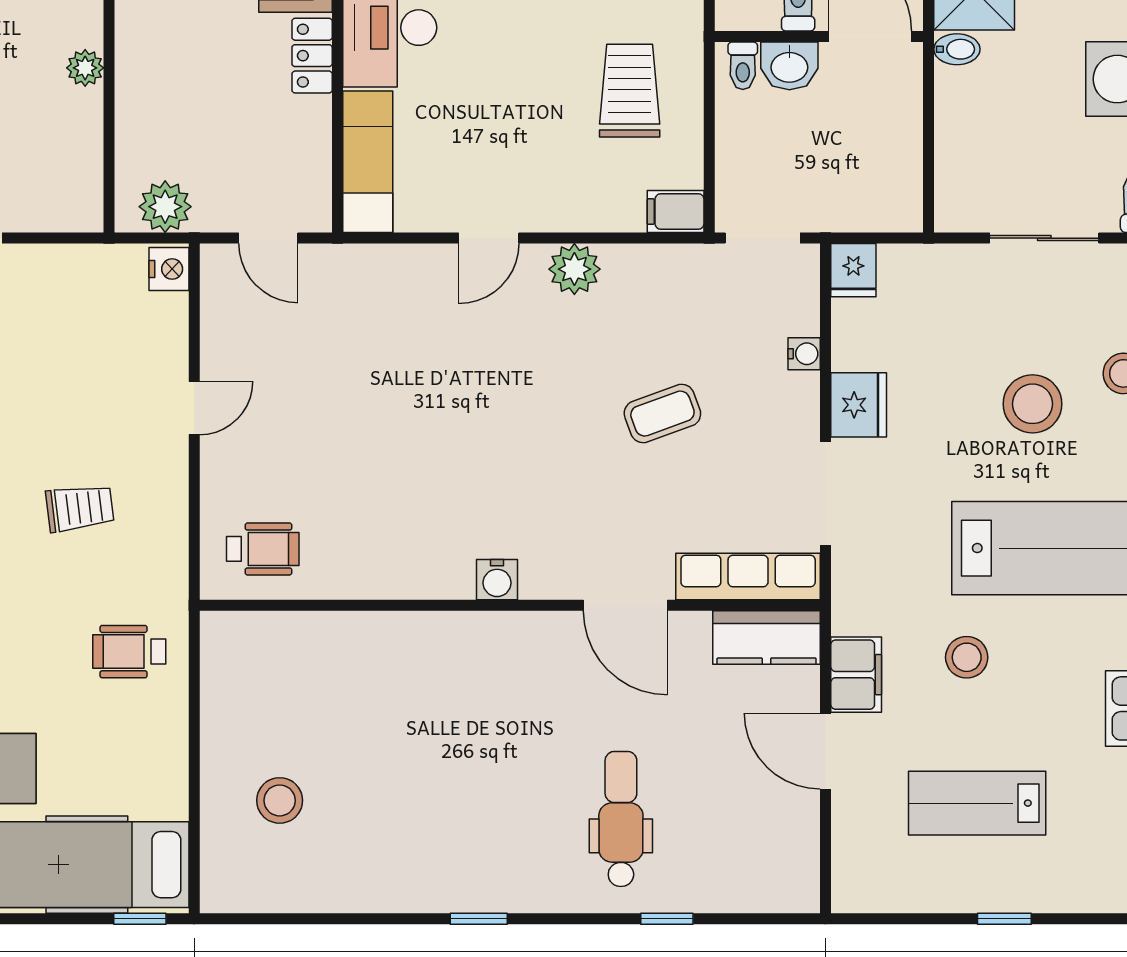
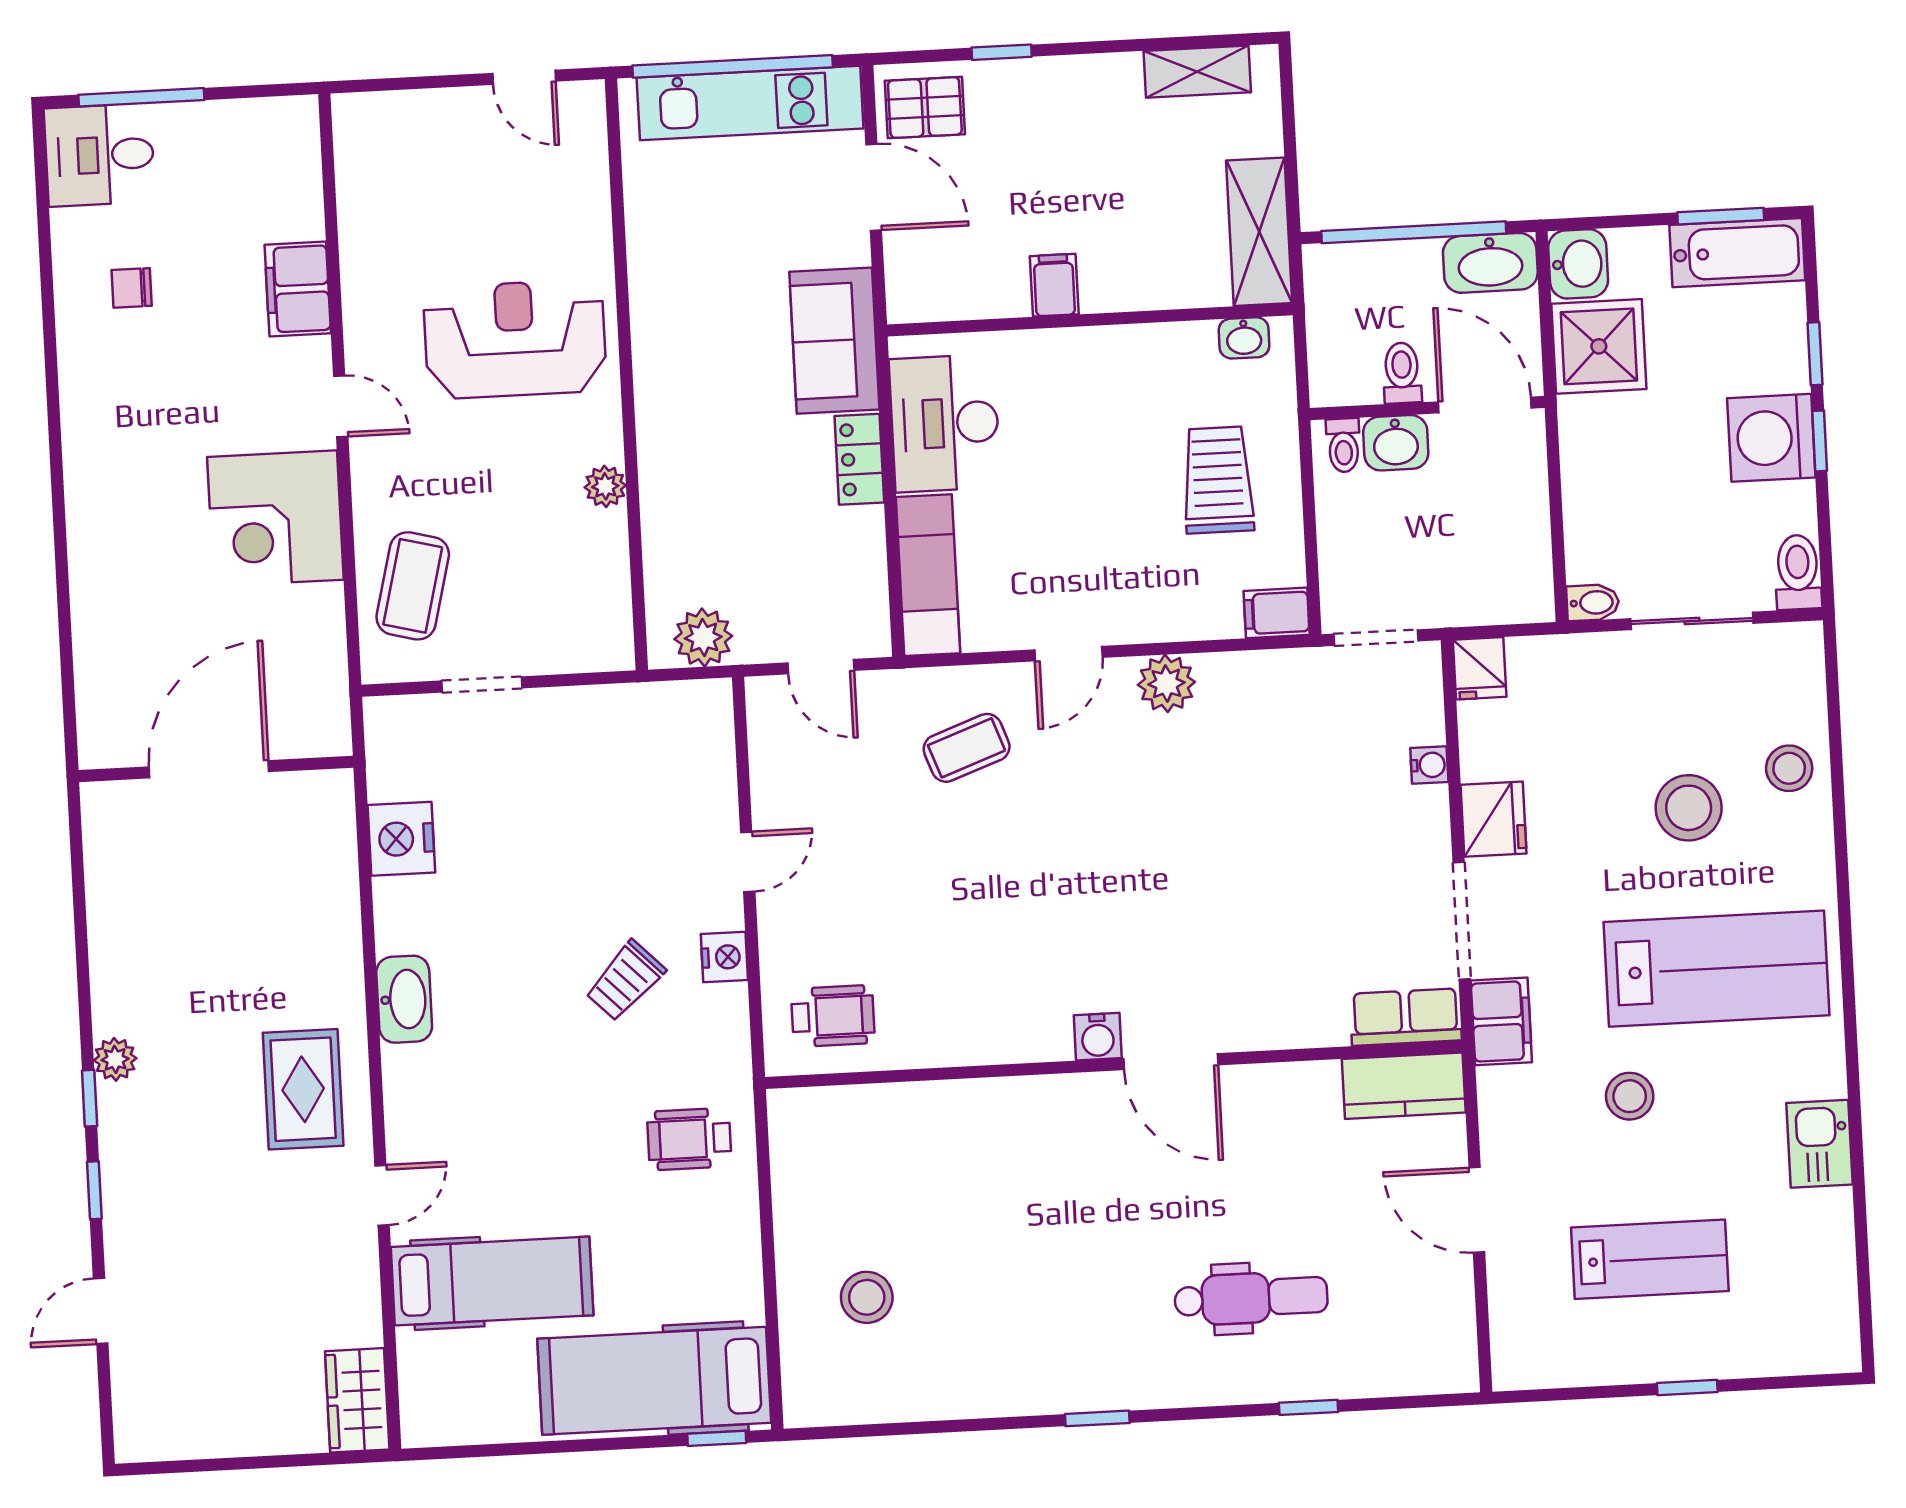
bidet: (957, 49) -> (1593, 603), moved
nightstand: (169, 269) -> (724, 957), moved
coffee table: (662, 414) -> (967, 748), moved
trolley: (80, 508) -> (625, 981), turned 142
row of seats: (748, 577) -> (1406, 1017), width x0.68
door: (625, 605) -> (1171, 1062), moved
filing cabinet: (856, 675) -> (1501, 1021), moved
lab bench: (977, 803) -> (1650, 1259), turned 180
dental chair: (621, 819) -> (1251, 1298), turned 90

